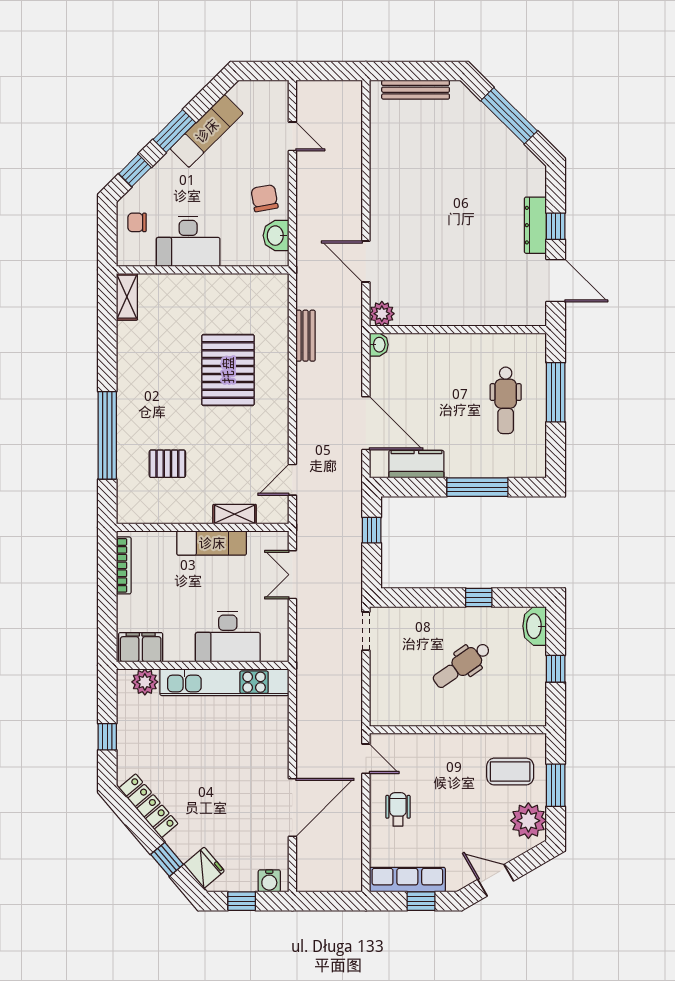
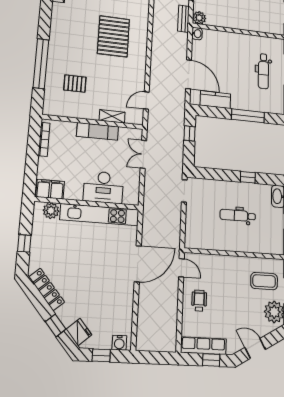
bench: (306, 336) -> (184, 19), moved
dental chair: (462, 665) -> (238, 216), turned 35
door: (292, 807) -> (138, 264), moved

